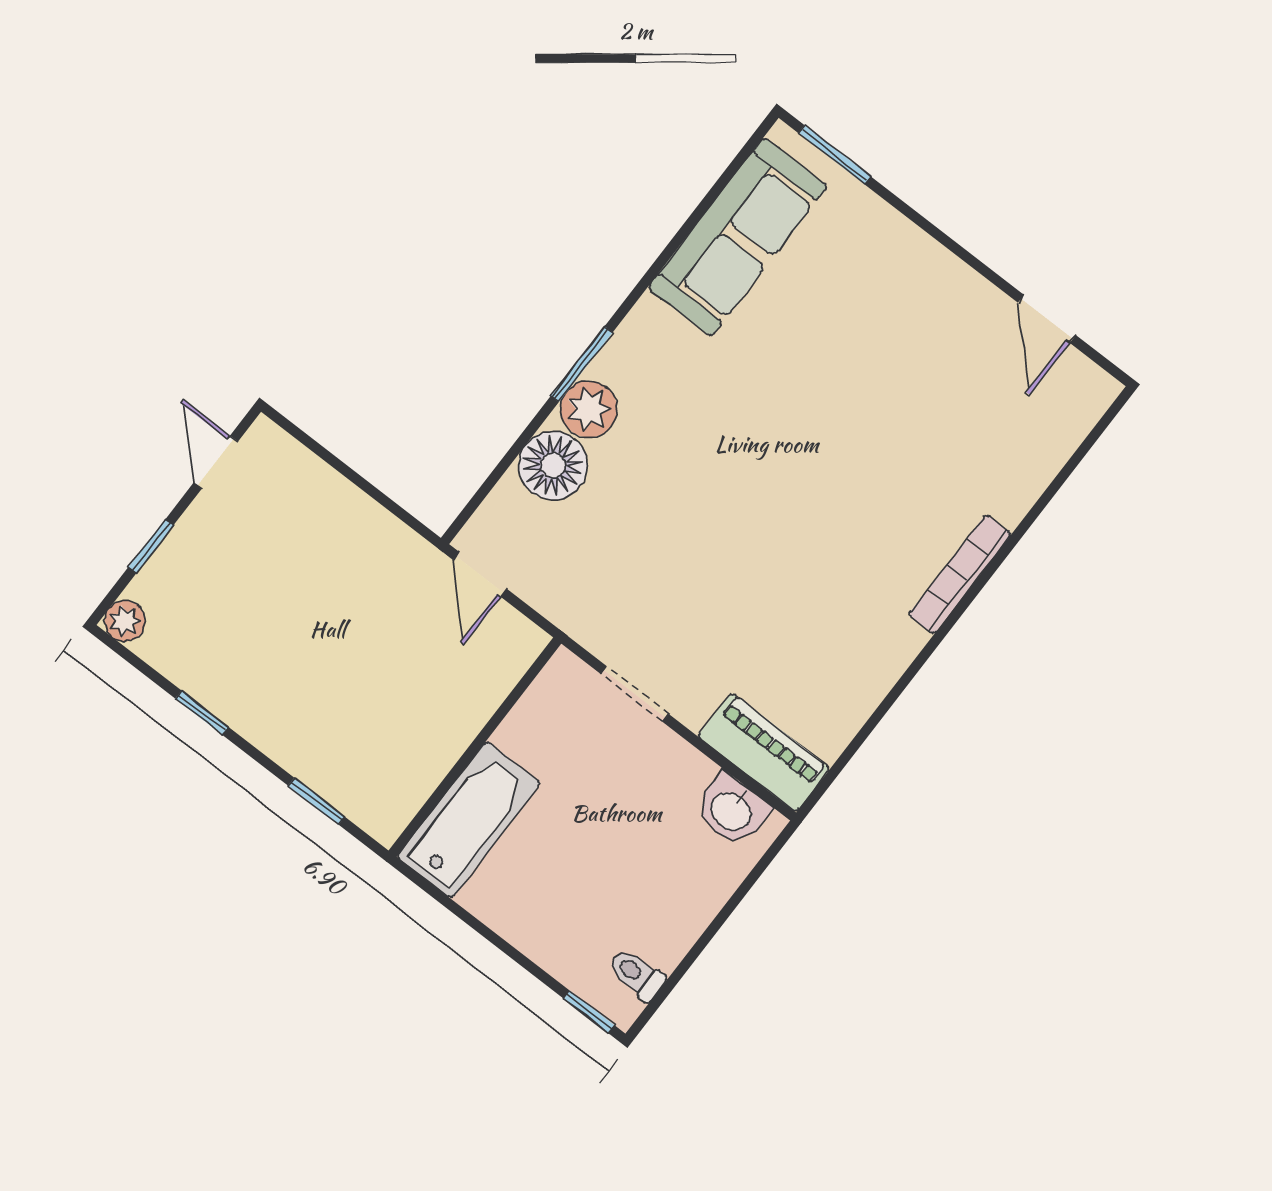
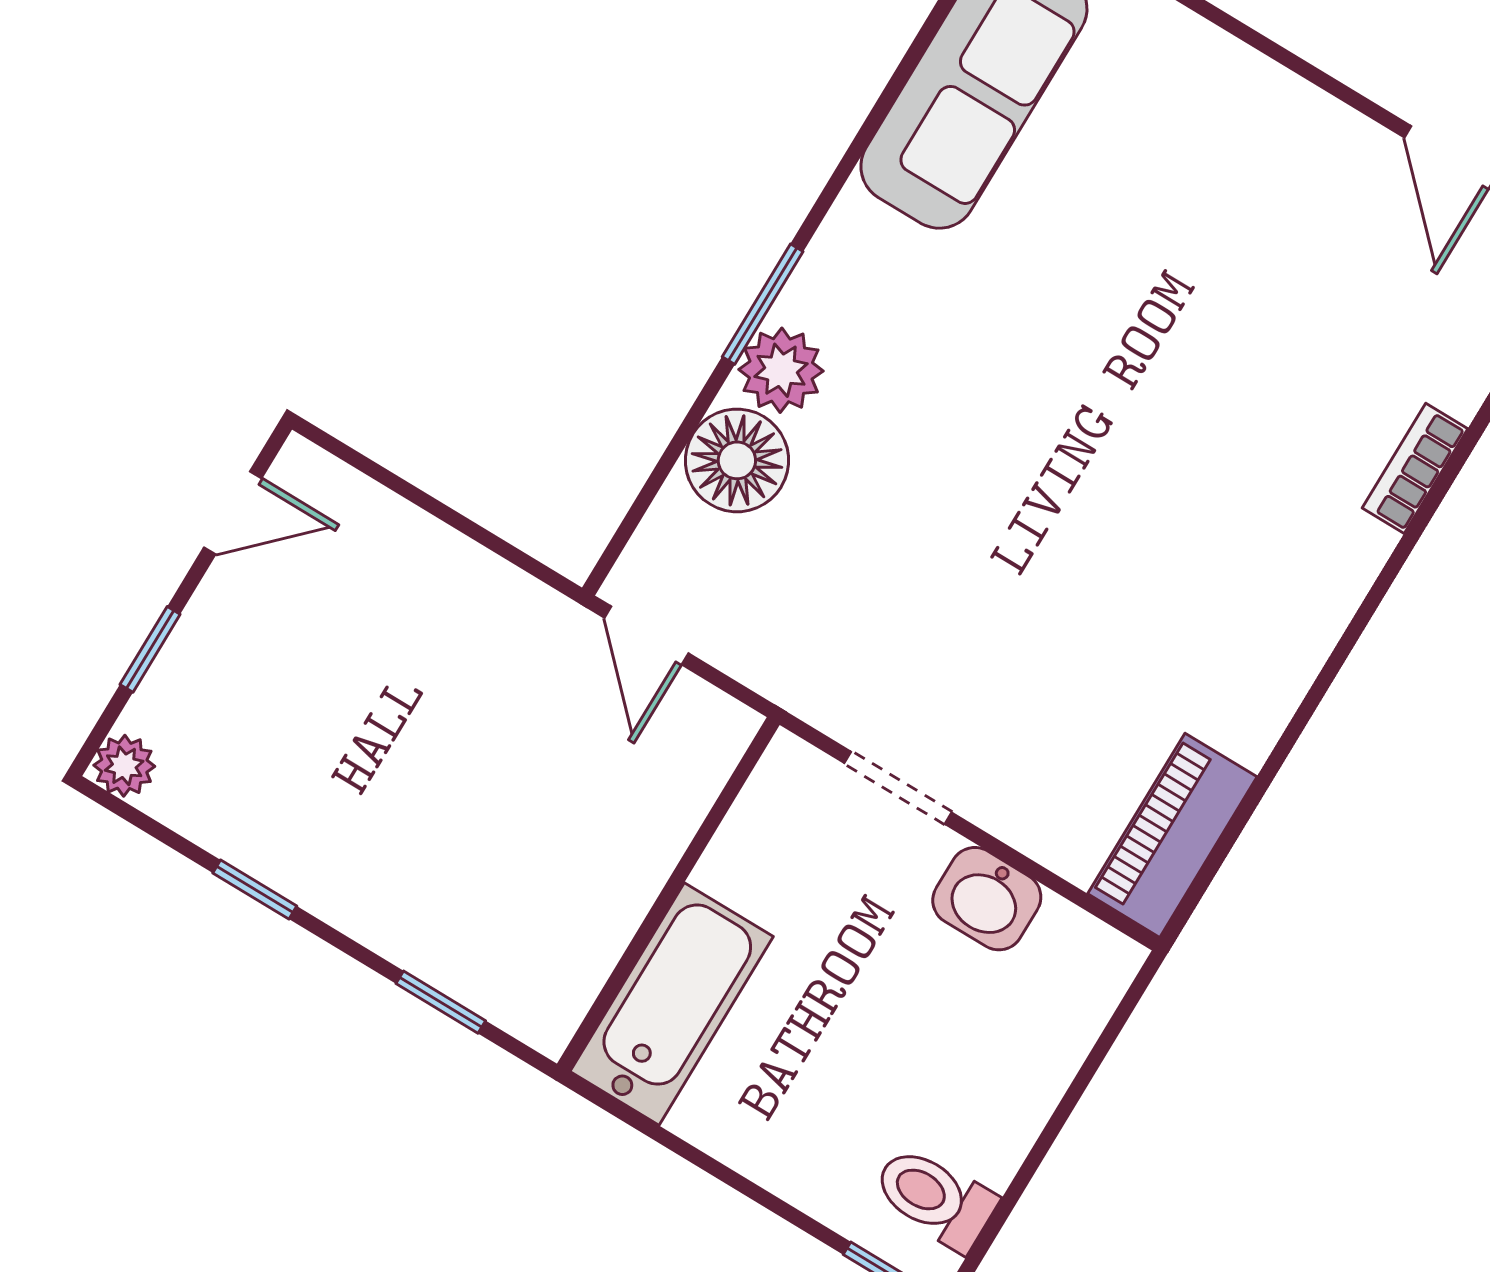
door: (216, 462) -> (233, 513), swing flipped
bookcase: (960, 574) -> (1415, 468), moved, width x0.64
piano: (764, 752) -> (1172, 835), moved, turned -90
washbasin: (732, 810) -> (987, 899), moved
toilet: (636, 974) -> (935, 1198), width x1.37, depth x1.39

